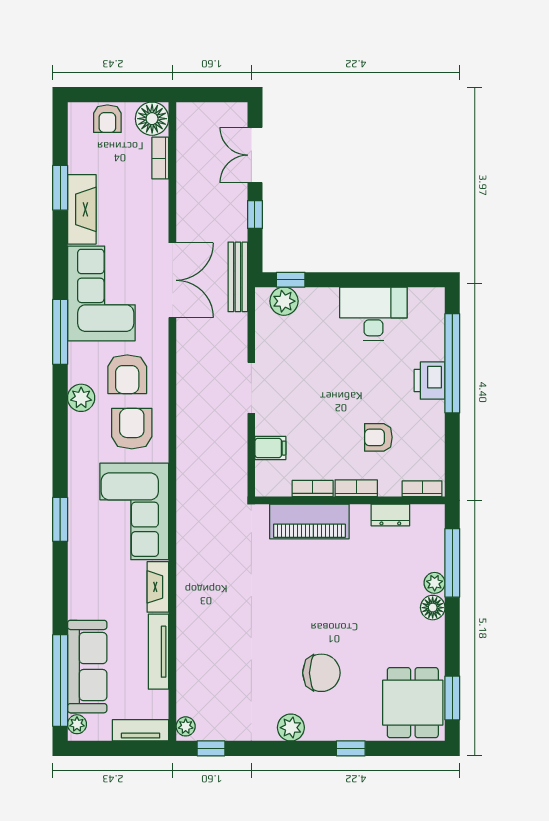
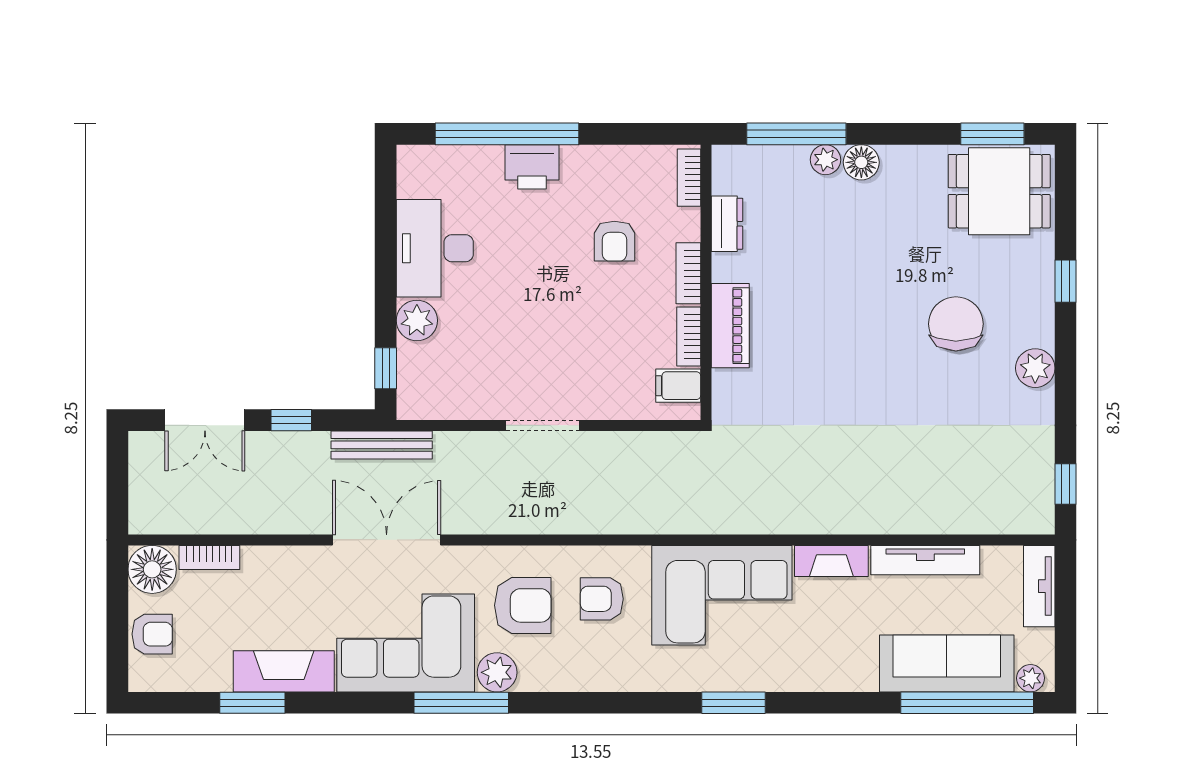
plant: (284, 301) -> (417, 320), moved
plant: (81, 398) -> (497, 672), moved
armchair: (132, 429) -> (602, 599), width x0.72, depth x0.72
filing cabinet: (270, 448) -> (678, 386), moved, turned -90
piano: (309, 521) -> (730, 326), width x0.73, depth x0.75
plant: (186, 726) -> (1034, 521), removed

